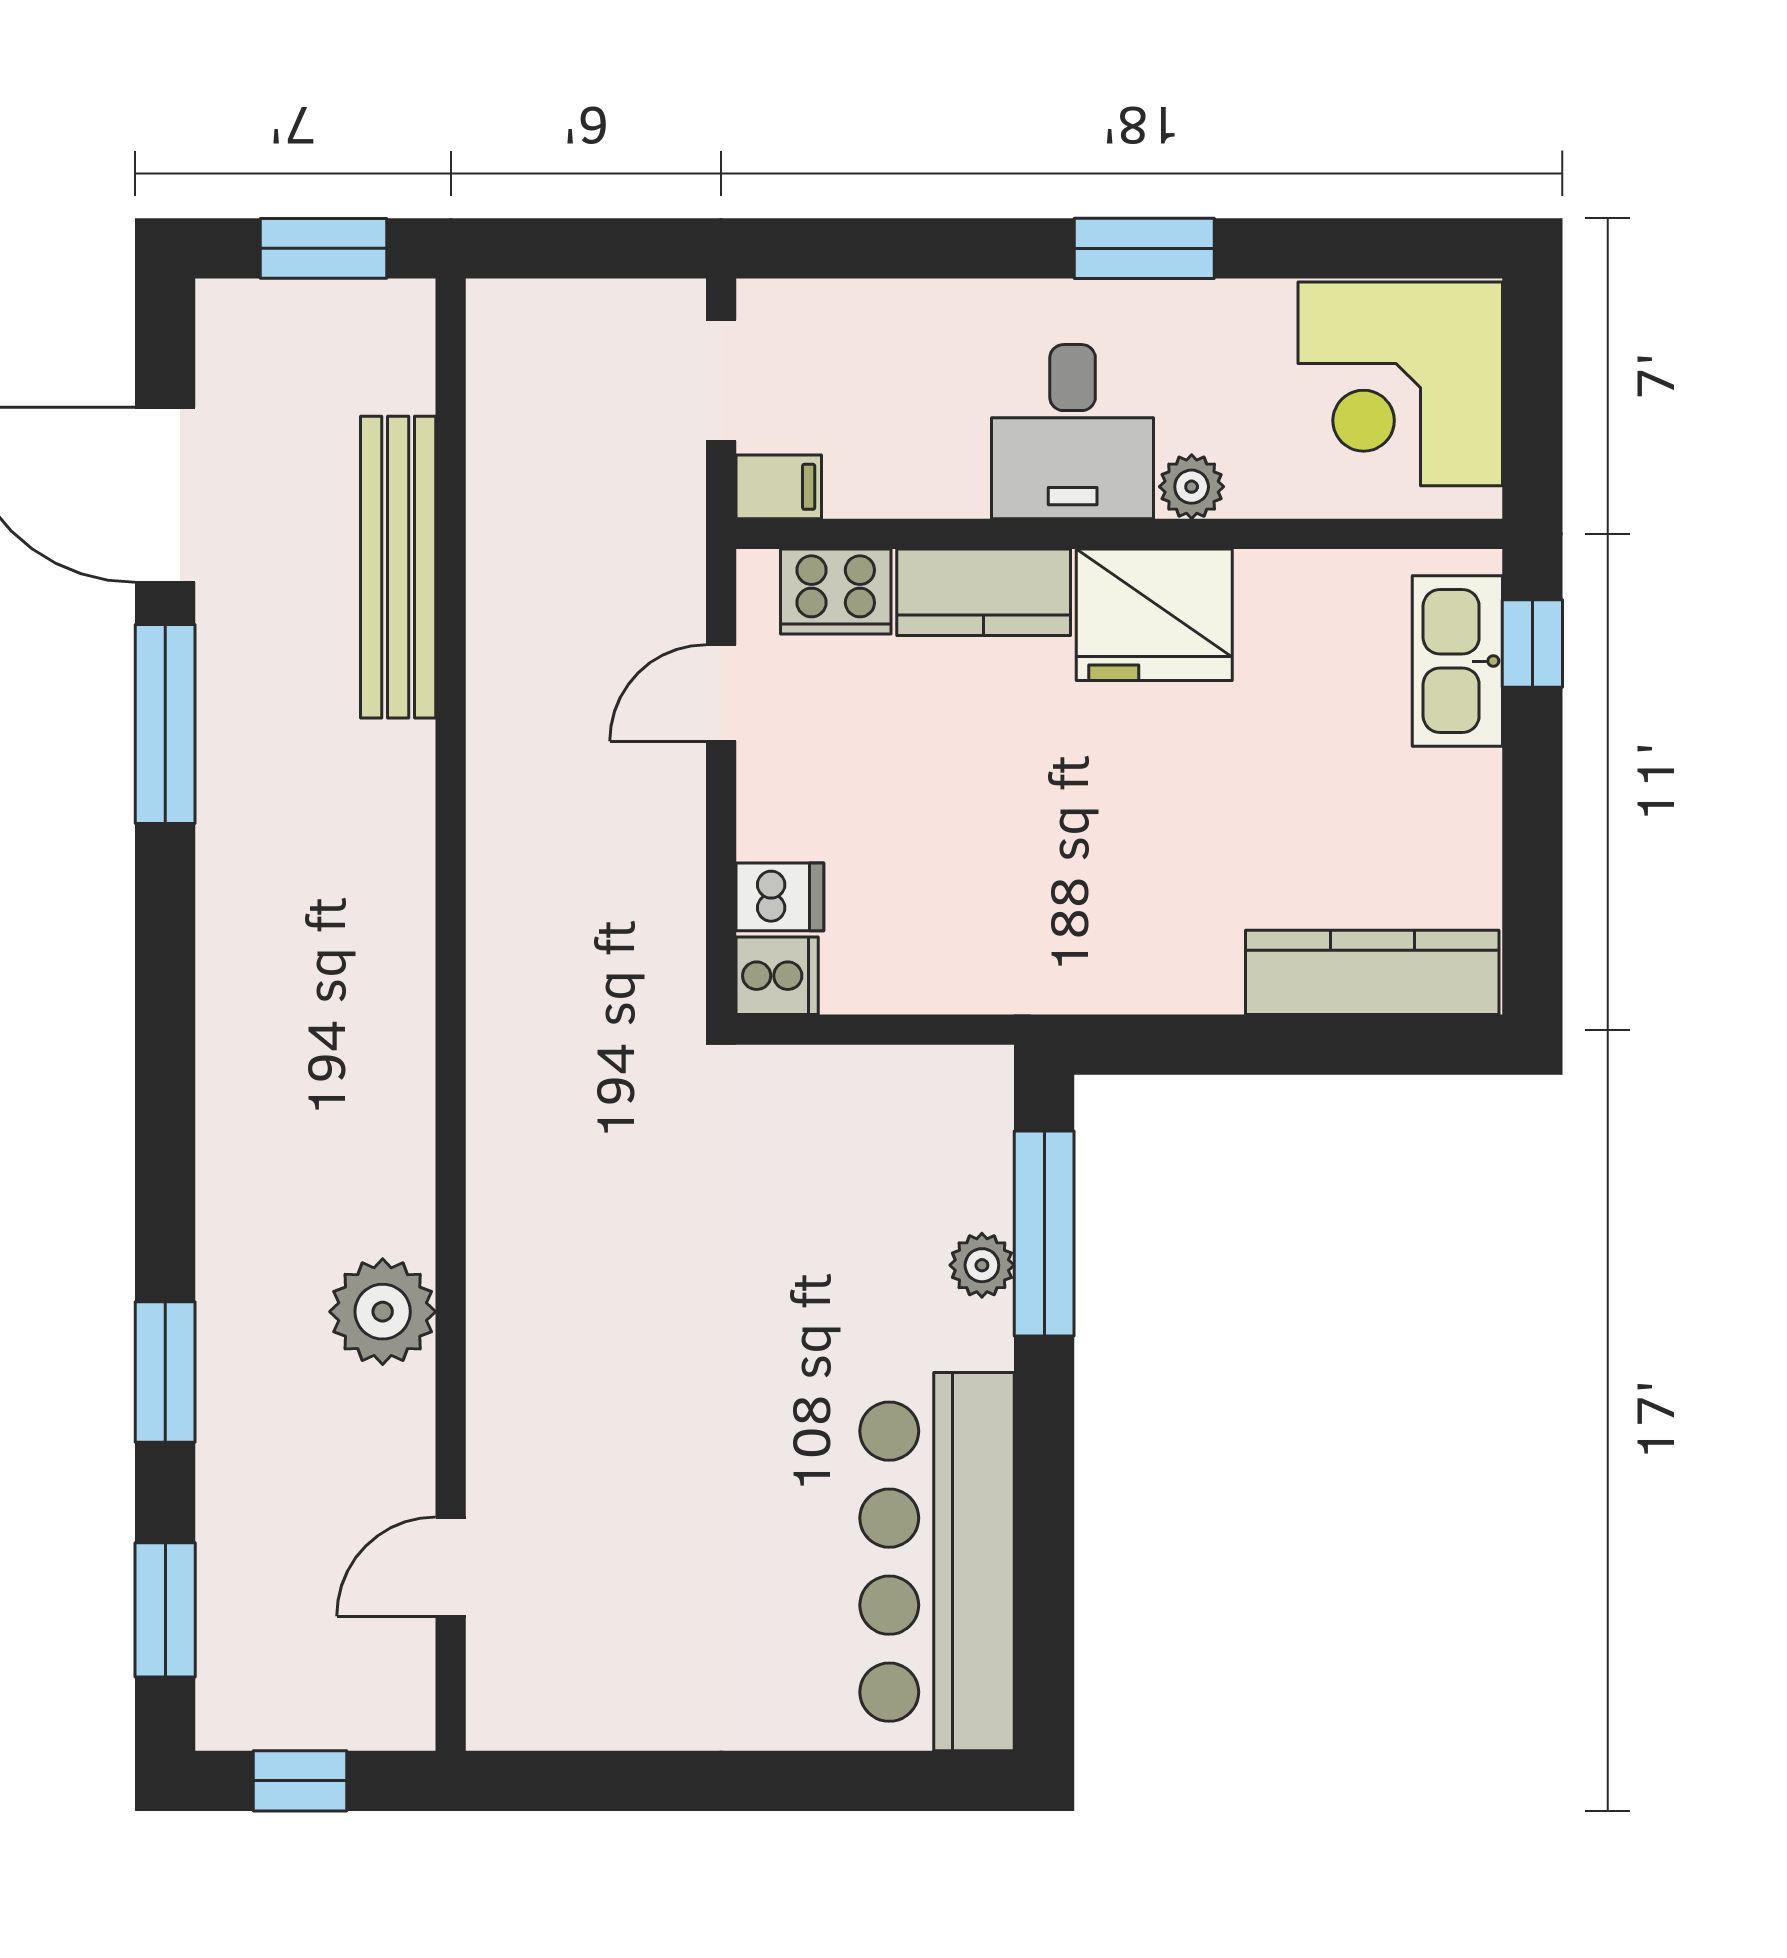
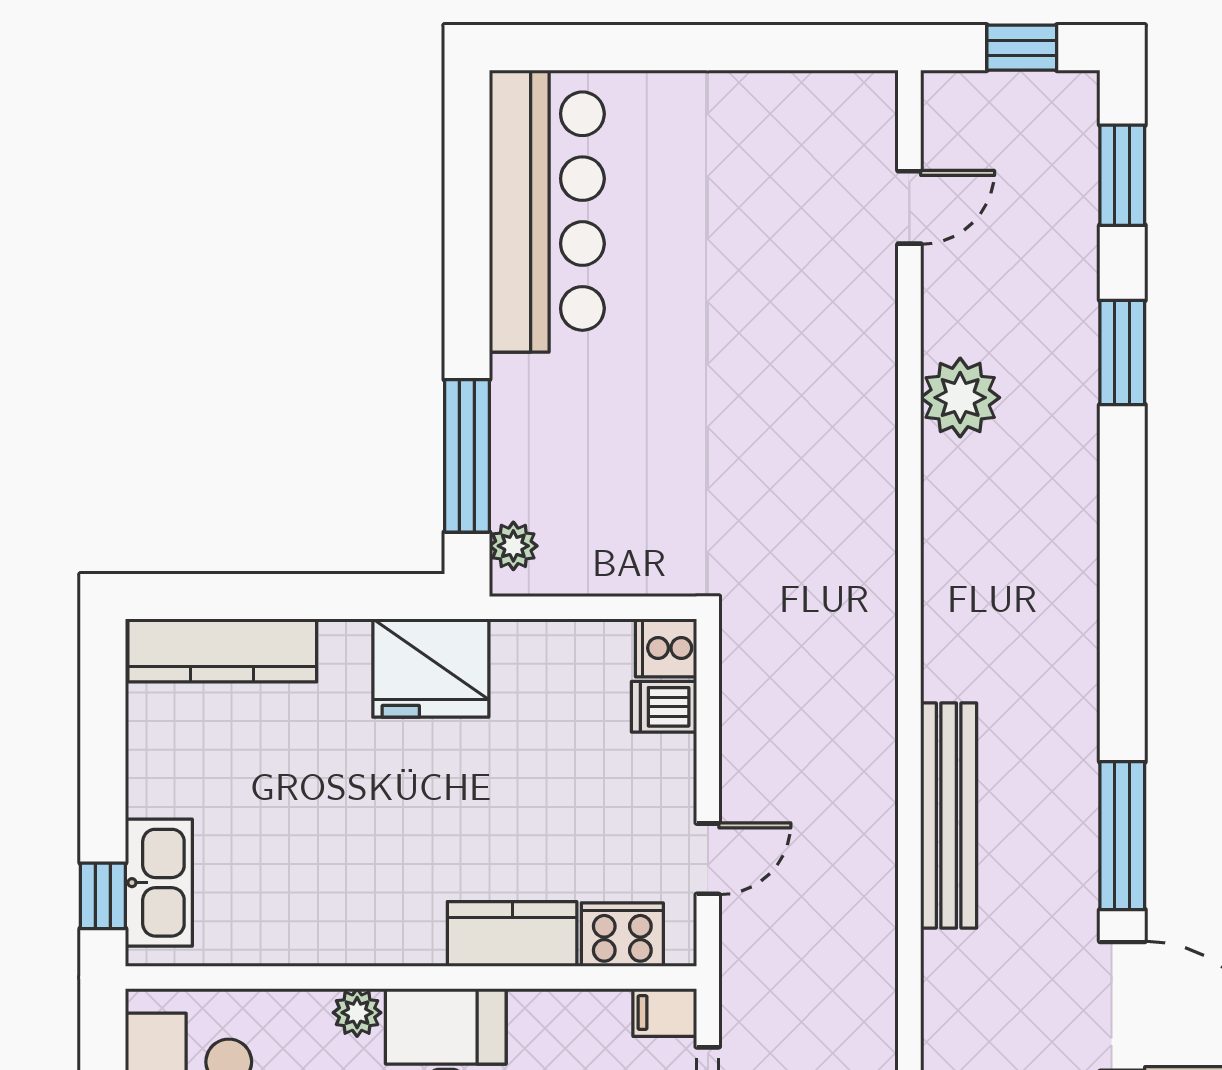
bench: (398, 567) -> (949, 815), moved
fridge: (1154, 615) -> (431, 668), moved, turned 180
plant: (982, 1265) -> (513, 546), moved

